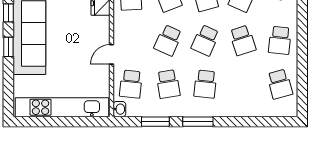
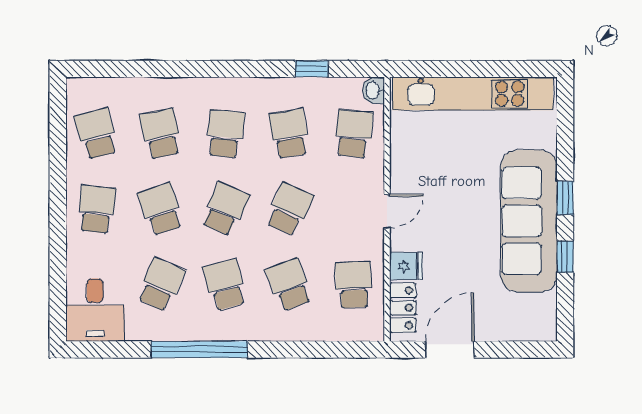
door: (112, 54) -> (387, 211), moved
school desk: (243, 84) -> (161, 134), added
window: (155, 122) -> (311, 69), width x0.67
window: (198, 122) -> (238, 69), removed

